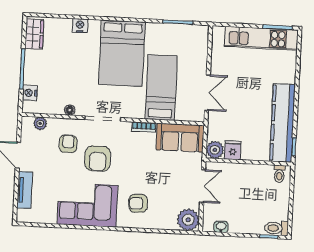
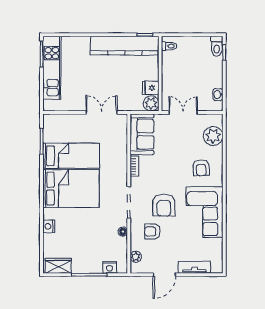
bed: (161, 88) -> (71, 156), moved, turned 180
armchair: (98, 159) -> (164, 205), turned 90
plant: (188, 220) -> (213, 136), moved

